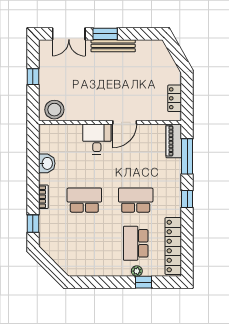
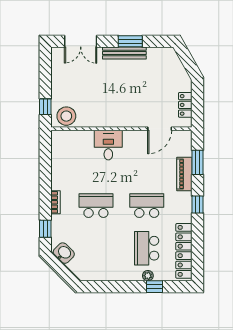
window: (105, 34) -> (130, 41), moved
window: (33, 77) -> (45, 107), moved
door: (125, 122) -> (160, 129), moved
piano: (174, 141) -> (184, 174), moved
window: (187, 156) -> (197, 162), width x0.69
washbasin: (47, 163) -> (64, 253), moved, turned -45

